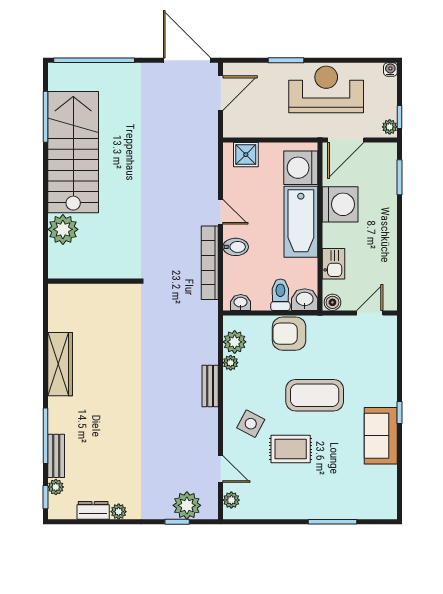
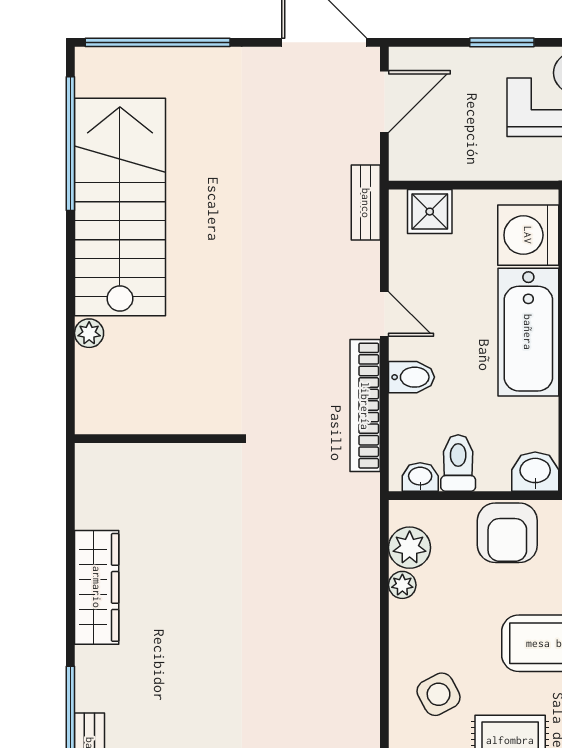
window: (45, 117) -> (70, 144), width x1.46
plant: (63, 229) -> (89, 333), width x0.53, depth x0.53
toilet: (280, 295) -> (458, 463), moved
armchair: (289, 334) -> (507, 533), turned -90
bench: (210, 386) -> (366, 203), moved
side table: (251, 424) -> (439, 694), turned 34

